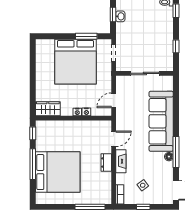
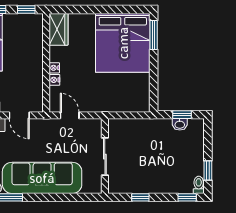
window: (86, 36) -> (154, 35), moved
doorway: (114, 53) -> (132, 115), removed
bed: (75, 62) -> (123, 43), moved, turned -90

